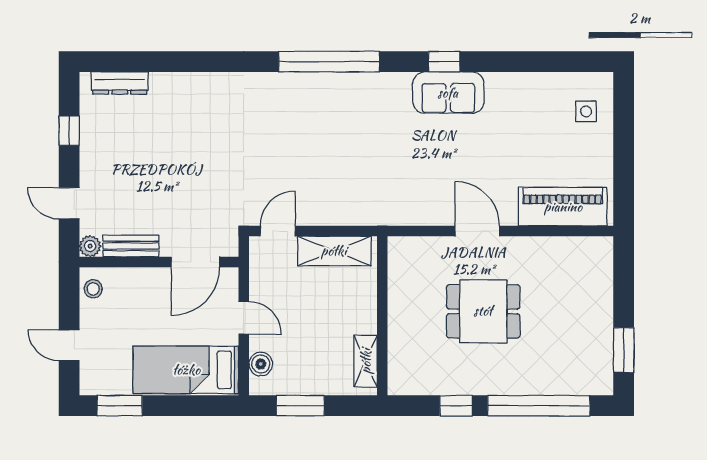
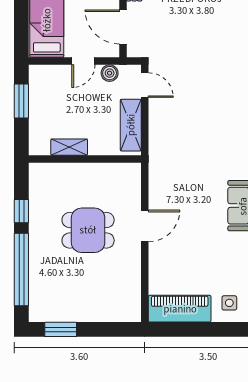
piano: (563, 207) -> (180, 309), moved, turned -90
dining table: (483, 311) -> (88, 230), turned 90
shelving: (366, 361) -> (69, 147), moved
boiler: (261, 364) -> (110, 73), moved

